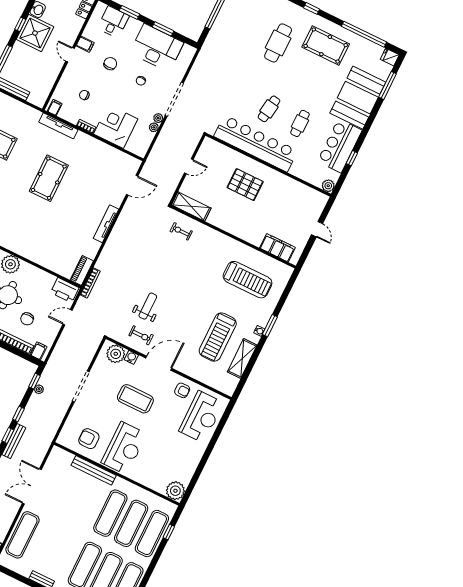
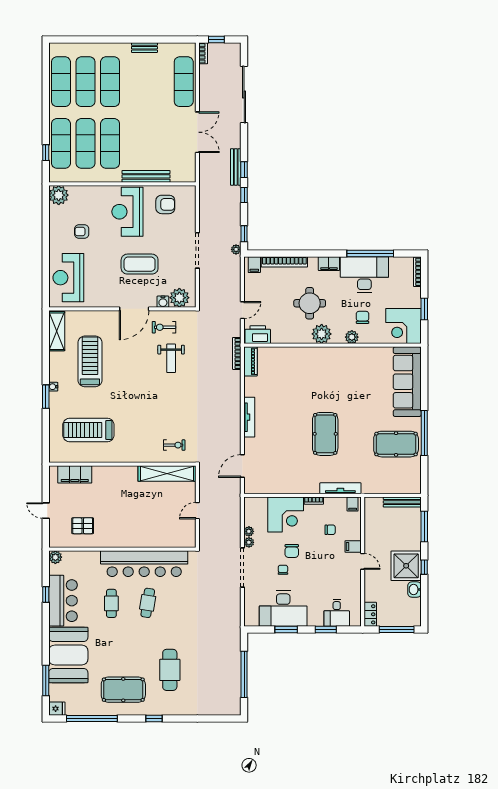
filing cabinet: (85, 44) -> (353, 547), moved
chair: (110, 64) -> (292, 551), moved
pallet: (245, 185) -> (83, 526), moved, width x0.67, depth x0.71
shelving: (191, 206) -> (167, 473), width x1.47
chair: (27, 319) -> (280, 290), removed
shelving: (242, 358) -> (57, 331), moved
plant: (39, 389) -> (236, 249), moved
armchair: (182, 390) -> (82, 232), moved

